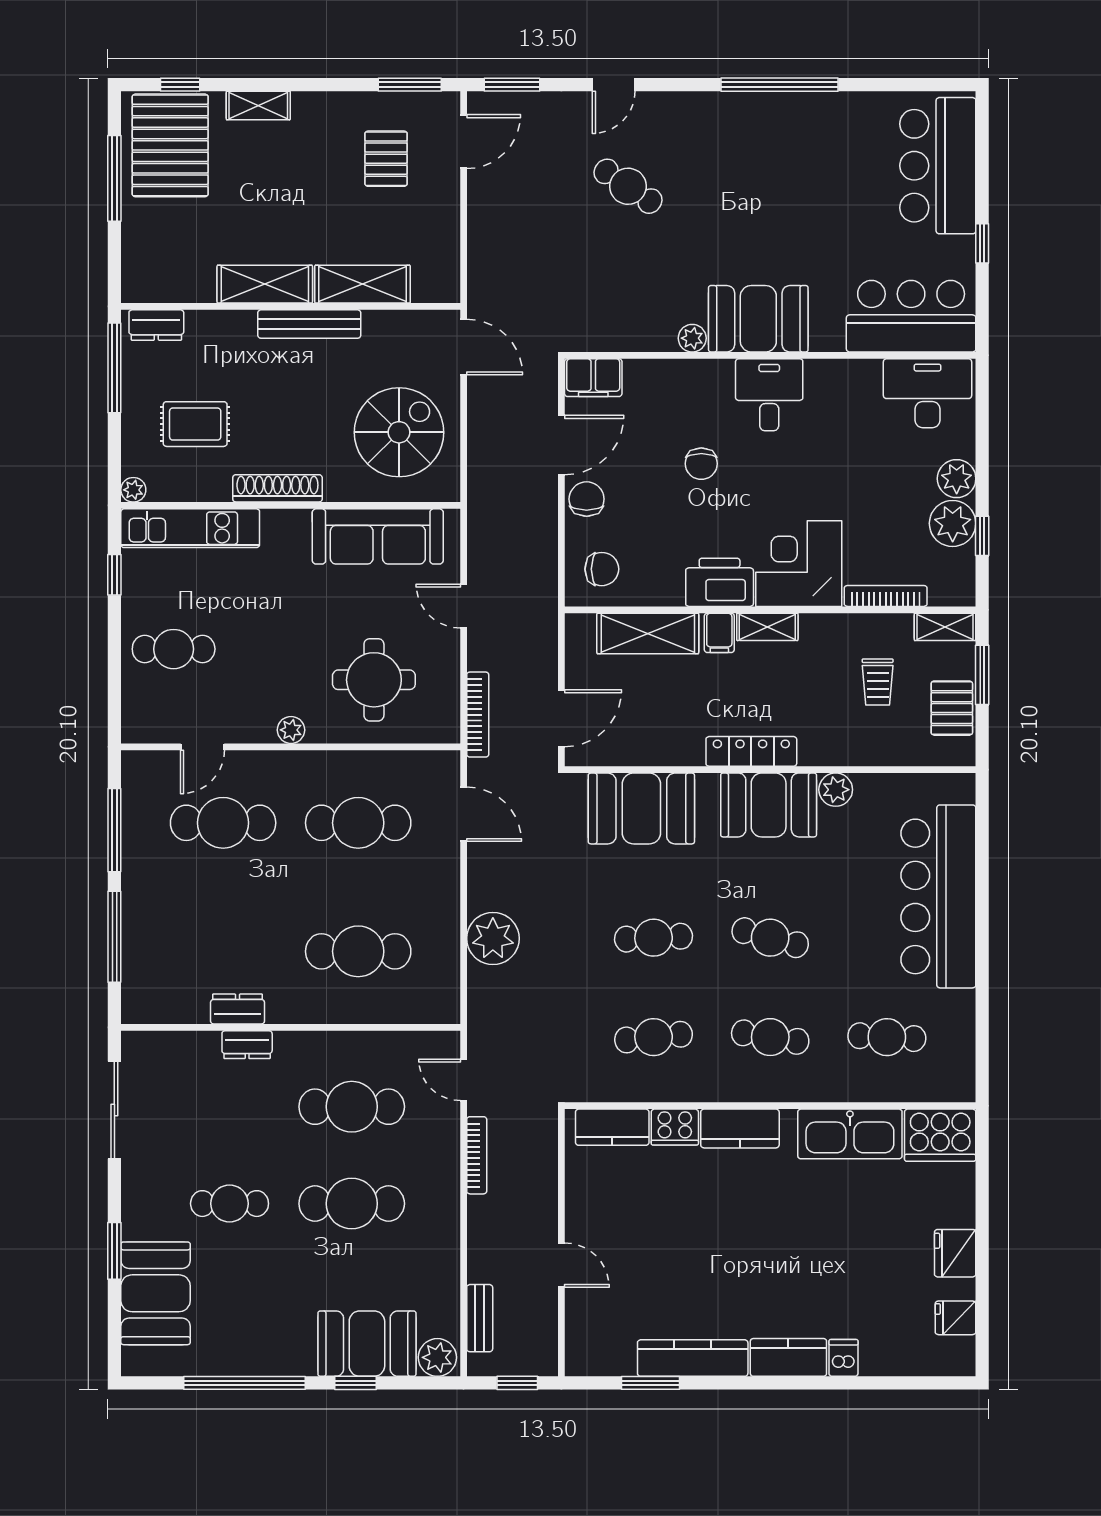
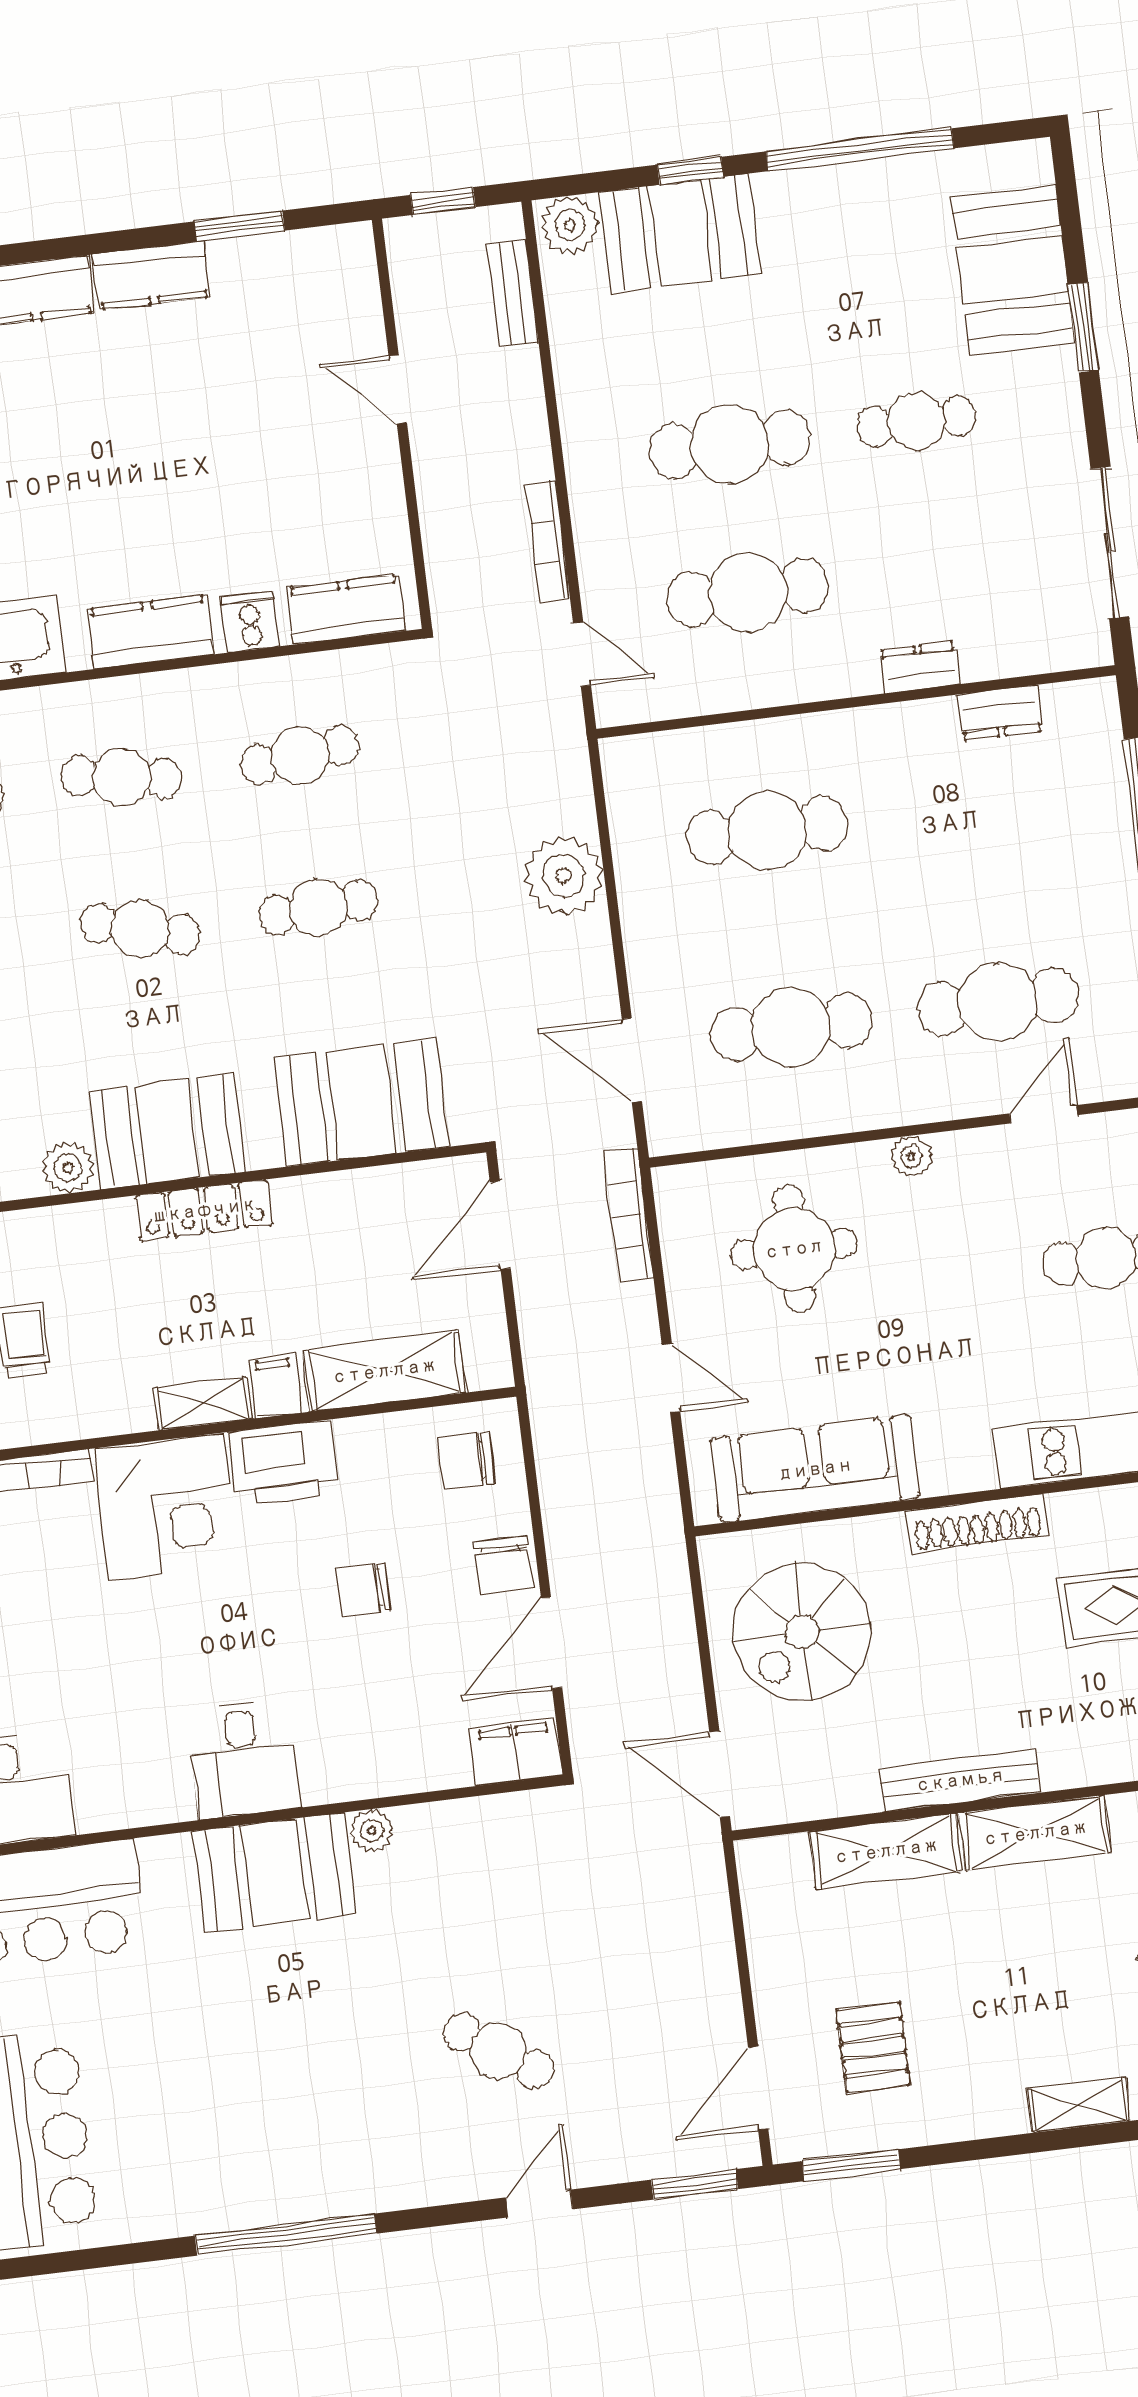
chair: (701, 464) -> (364, 1589), moved, turned -90
dresser: (238, 1009) -> (1000, 713), moved
cooker: (675, 1127) -> (250, 622), width x0.73
kitchen counter: (693, 1358) -> (152, 275), width x0.67

